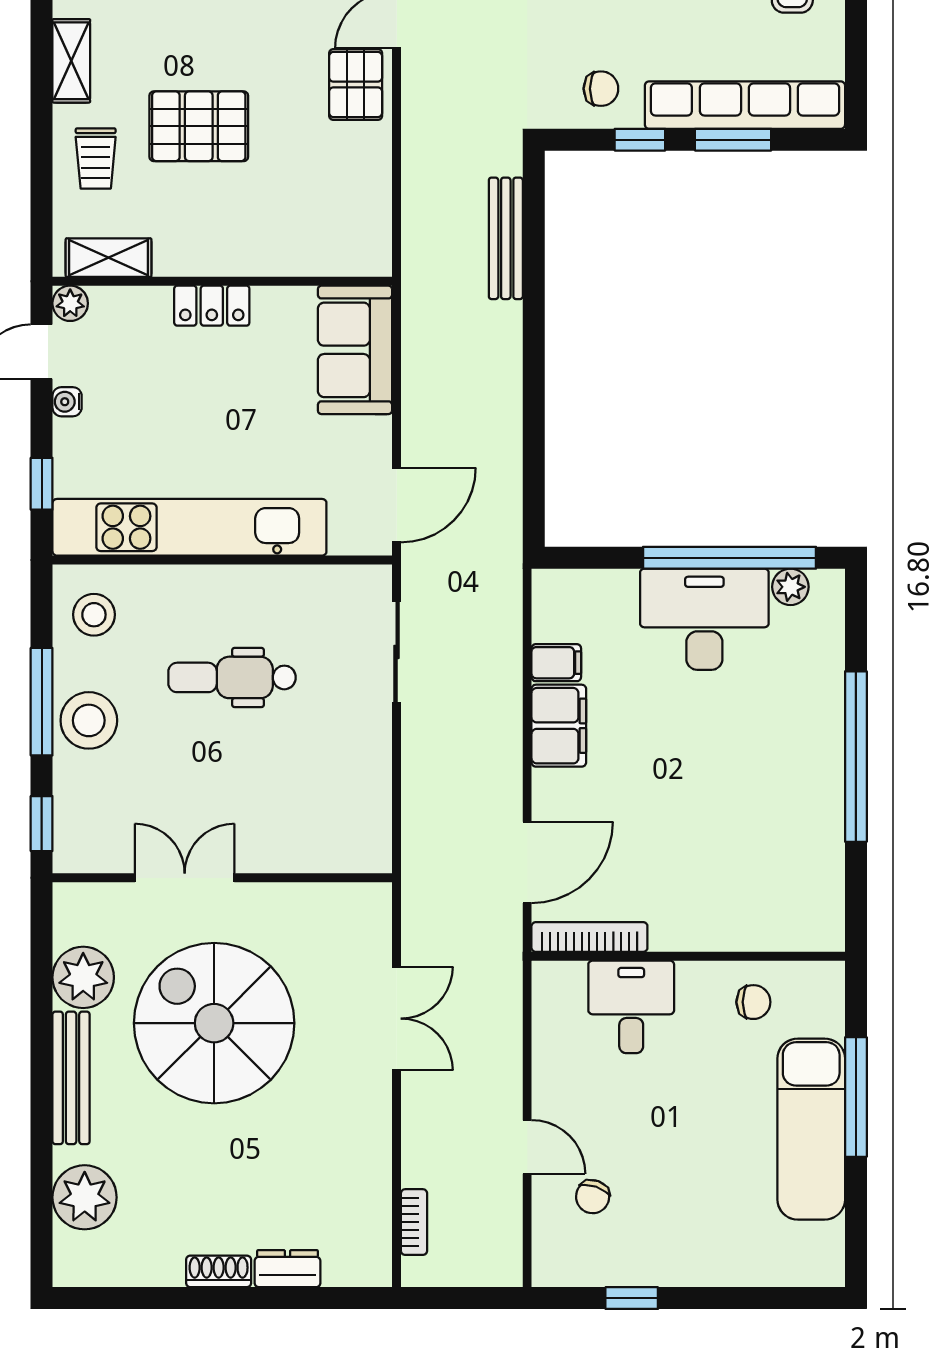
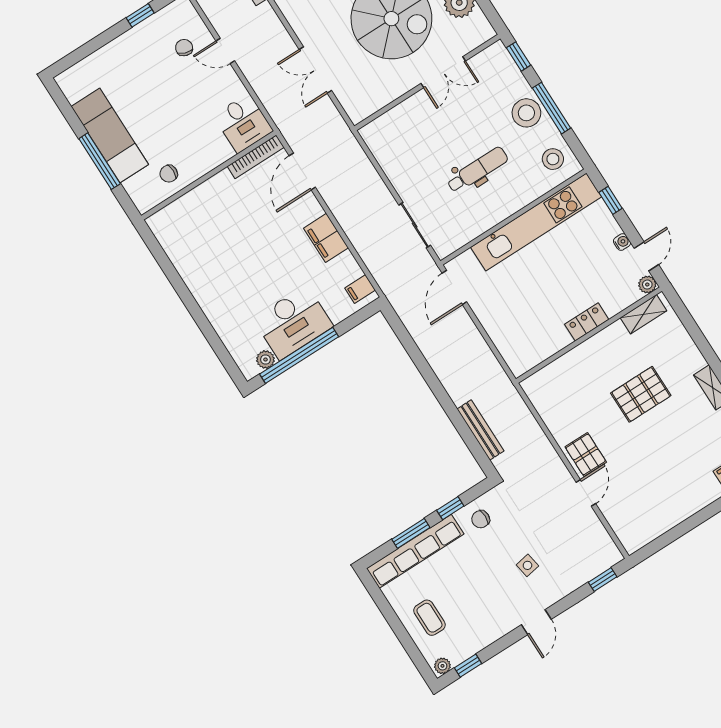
trolley: (96, 158) -> (676, 353), removed
sofa: (355, 350) -> (514, 342), removed
filing cabinet: (556, 663) -> (360, 289), moved
window: (856, 757) -> (192, 305), removed
desk: (631, 1007) -> (243, 123), moved

